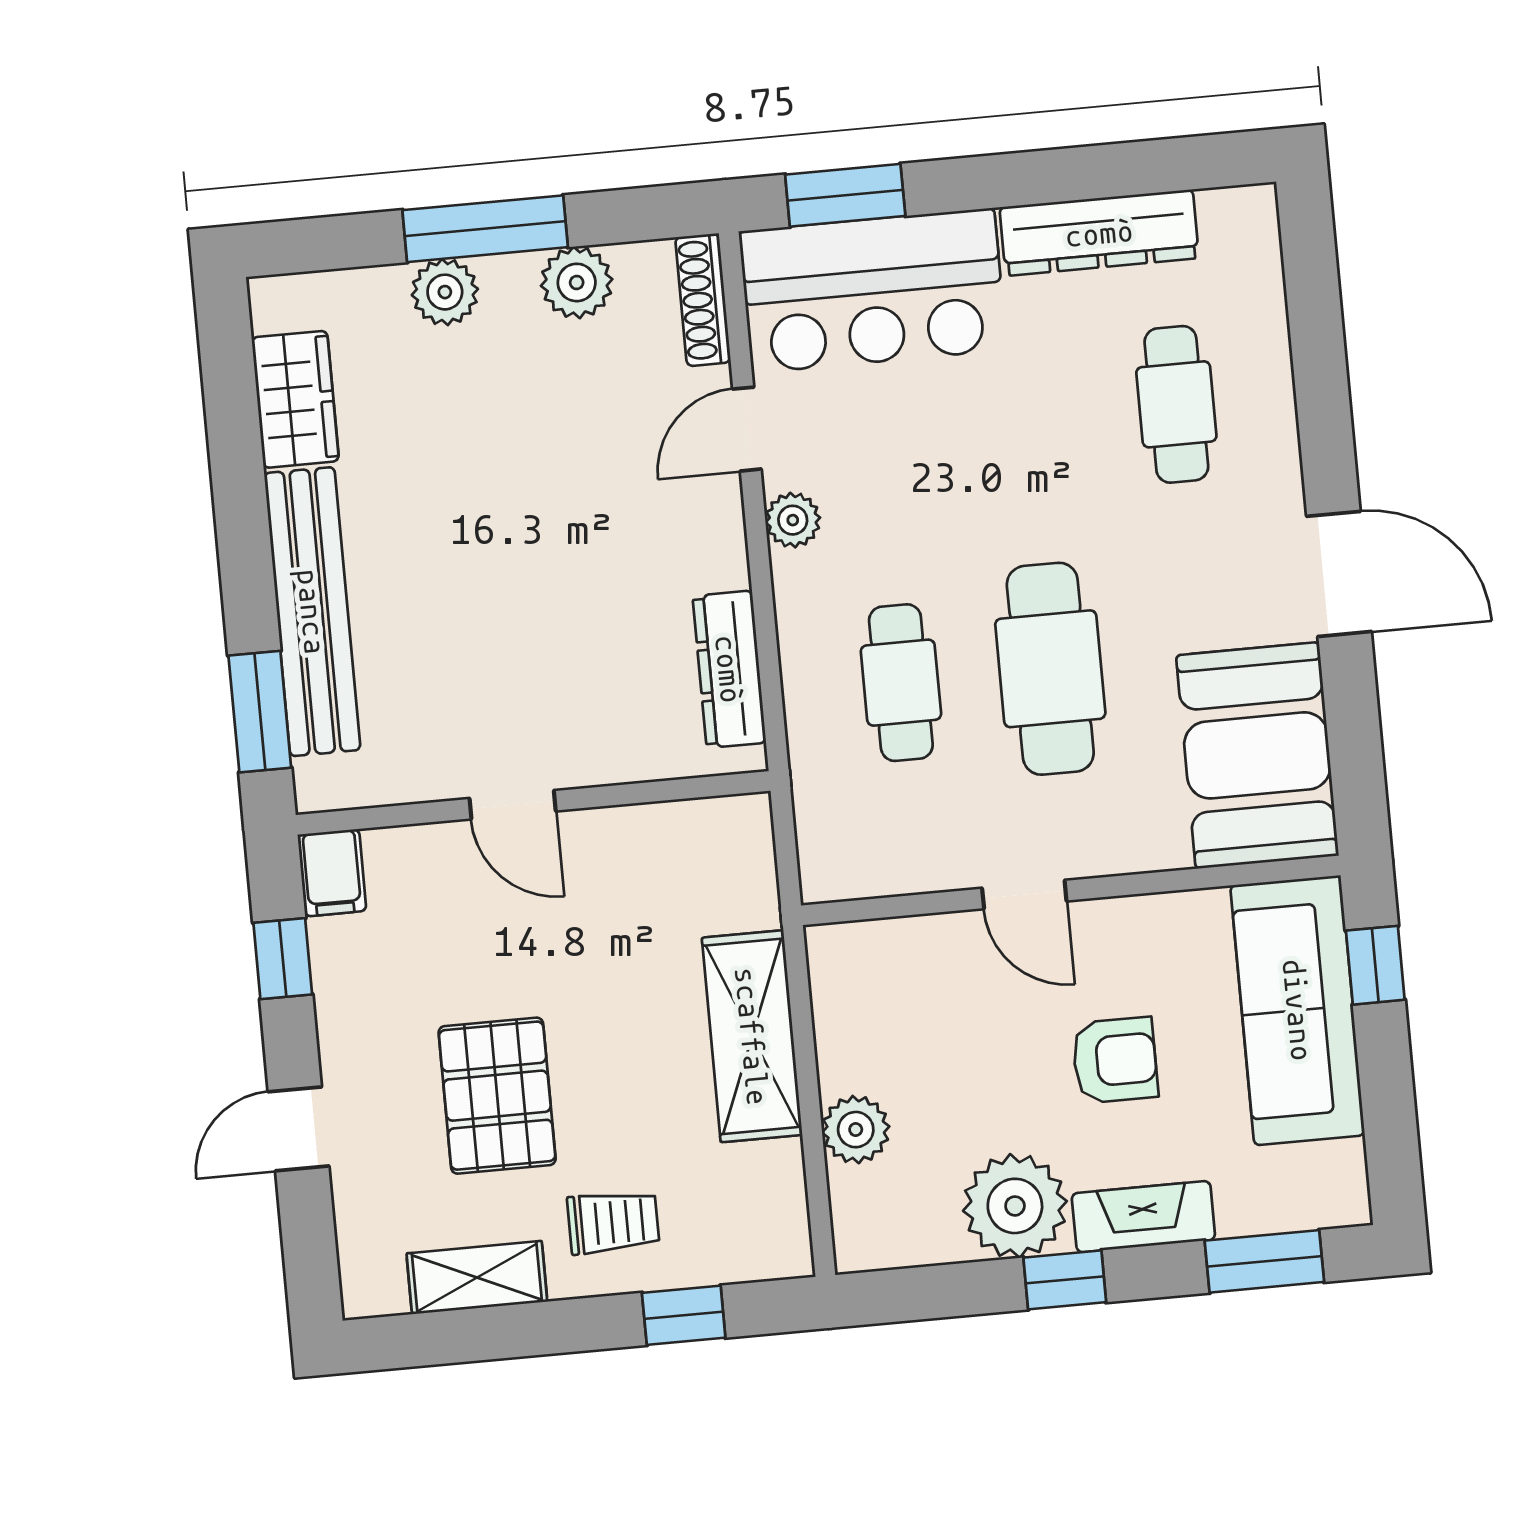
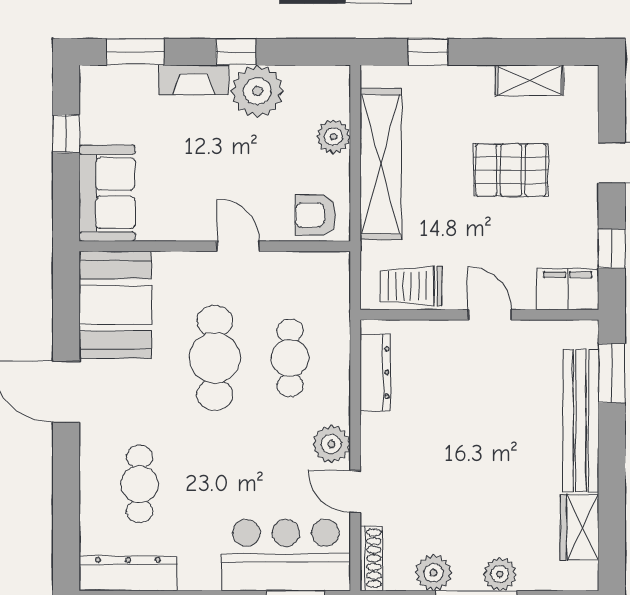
dresser: (1099, 233) -> (128, 573), moved
door: (747, 429) -> (355, 492), swing flipped
plant: (793, 520) -> (331, 444), width x1.38, depth x1.38
filing cabinet: (332, 873) -> (568, 289), width x2.00
window: (1375, 965) -> (66, 134), moved
sofa: (1298, 1010) -> (107, 193), width x0.73
shelving: (752, 1036) -> (381, 164), width x1.47
armchair: (1115, 1060) -> (316, 215), moved
pallet: (497, 1096) -> (511, 170), turned 90
trolley: (613, 1222) -> (411, 286), moved, width x1.36, depth x1.39

